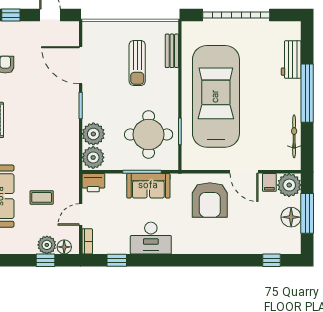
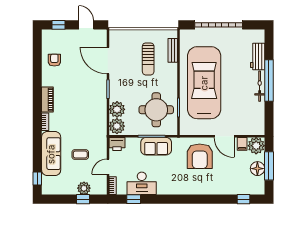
bicycle: (294, 136) -> (260, 86), moved
desk: (151, 238) -> (142, 183), moved
floor lamp: (64, 247) -> (96, 190), removed

